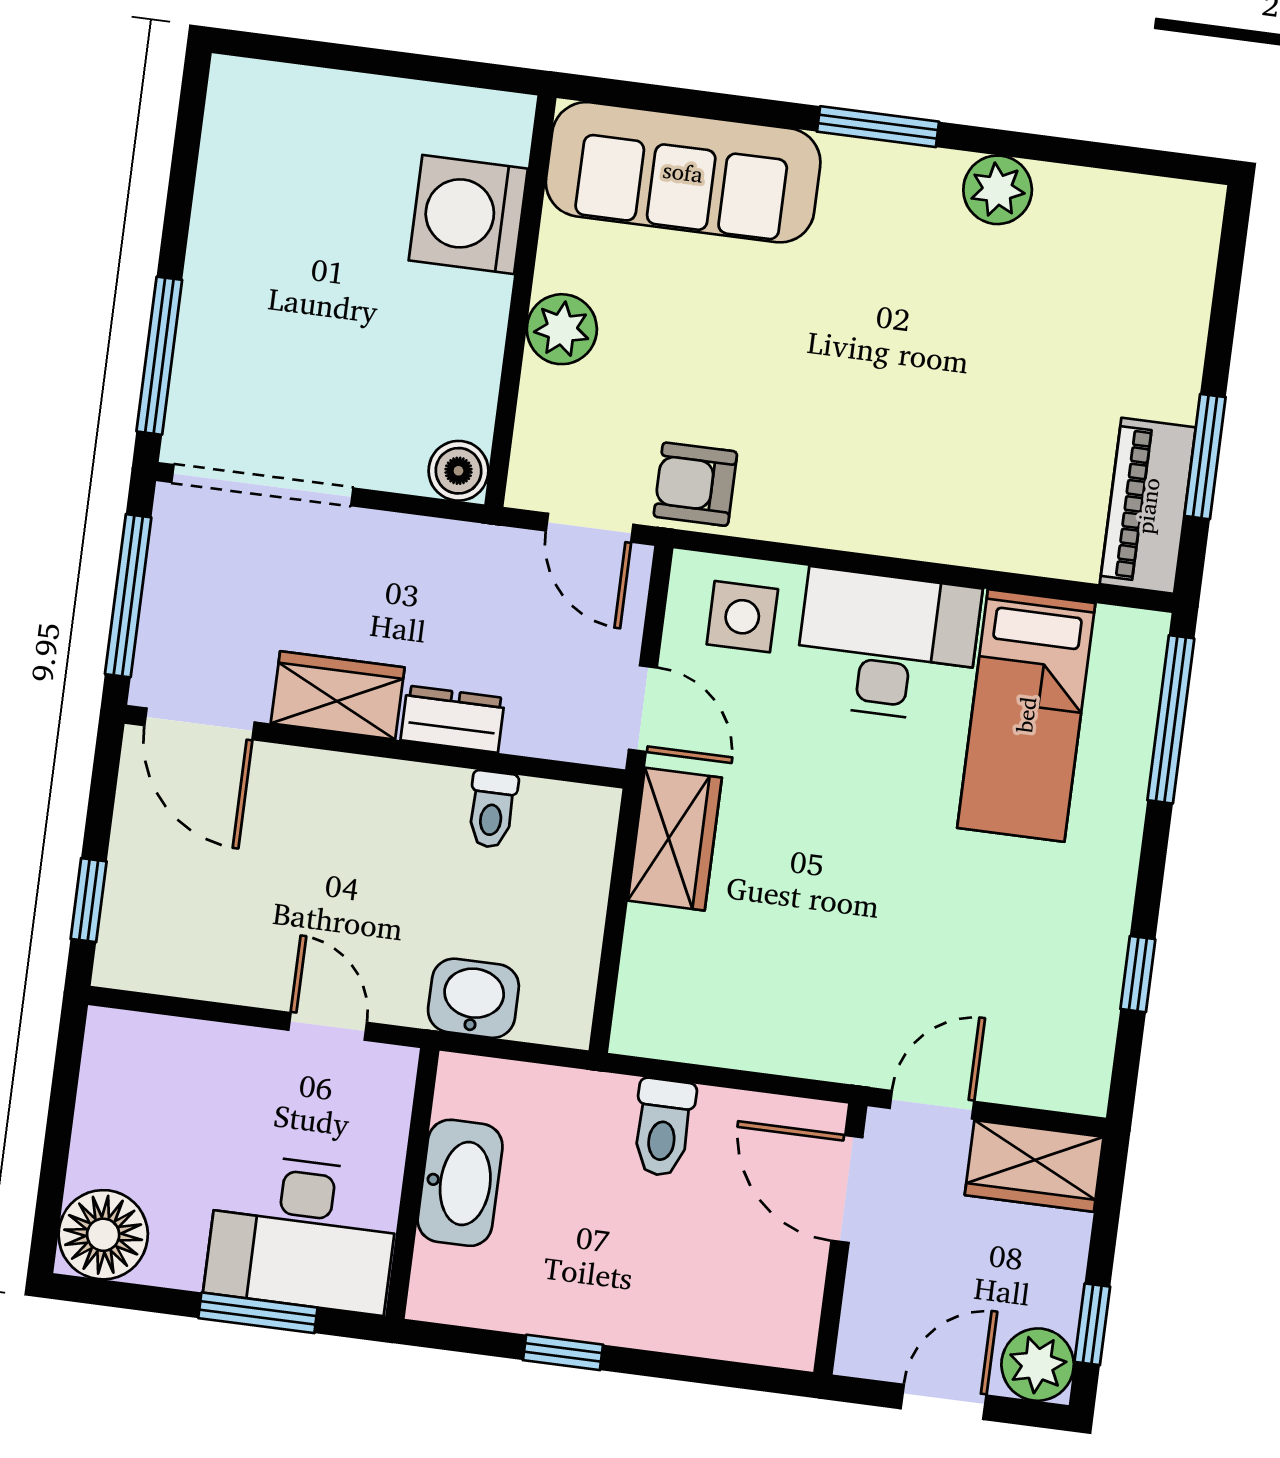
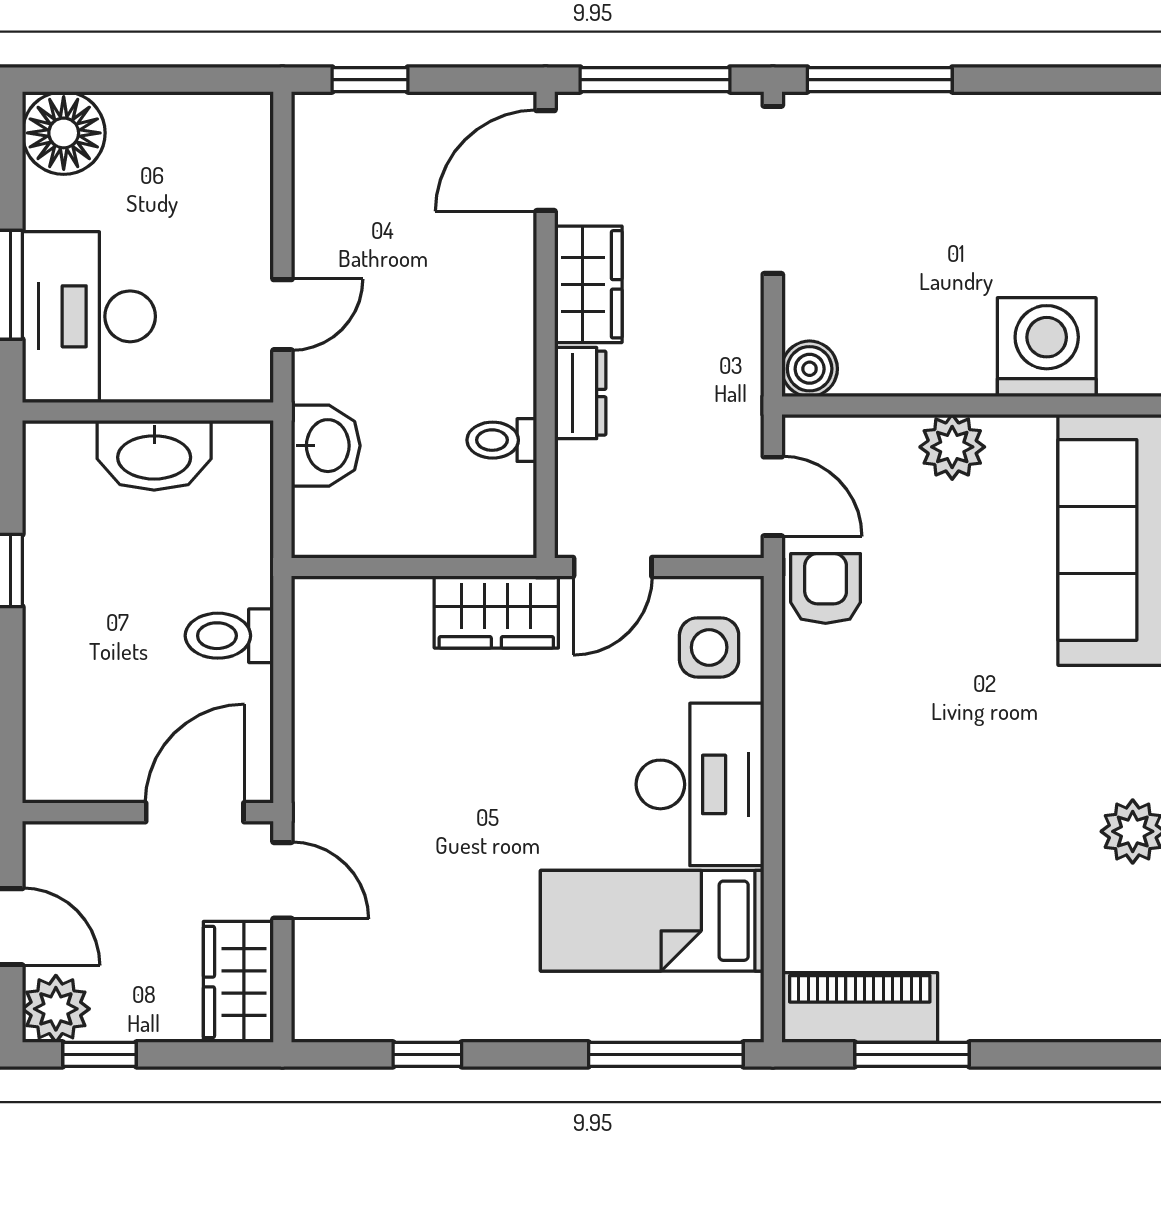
door: (590, 528) -> (773, 496), swing flipped

